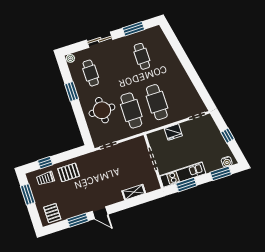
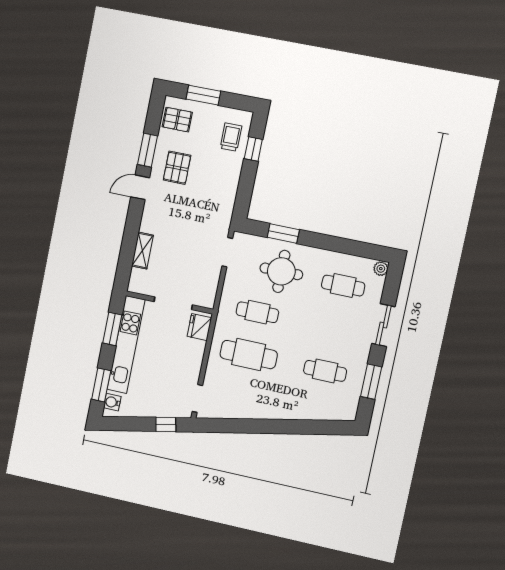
window: (72, 92) -> (283, 234), moved
cafe table: (131, 111) -> (257, 312), width x0.73, depth x0.74
fridge: (173, 132) -> (199, 327), moved
window: (227, 136) -> (166, 424), moved
pallet: (69, 172) -> (177, 168), moved
kitchen unit: (183, 175) -> (126, 345), width x1.36
window: (28, 194) -> (203, 95), moved

